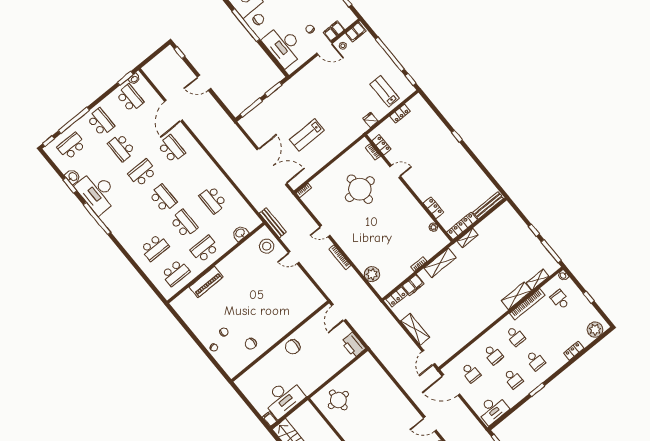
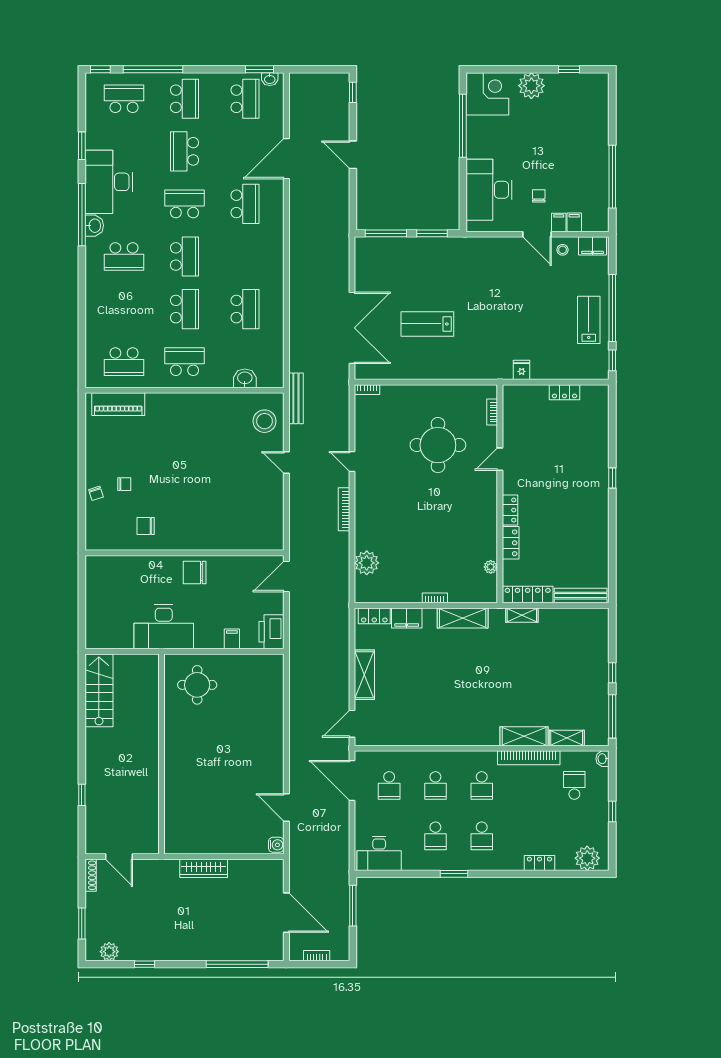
chair: (258, 19) -> (484, 131), removed
lab bench: (385, 91) -> (589, 320), moved
locker: (382, 145) -> (510, 510), moved
door: (395, 171) -> (500, 459), swing flipped
washbasin: (73, 177) -> (94, 226), moved
school desk: (213, 200) -> (245, 309), turned 180
school desk: (155, 248) -> (124, 256), moved
piano: (206, 282) -> (118, 404), moved
desk: (284, 398) -> (164, 627), moved
filing cabinet: (270, 419) -> (232, 639), moved

